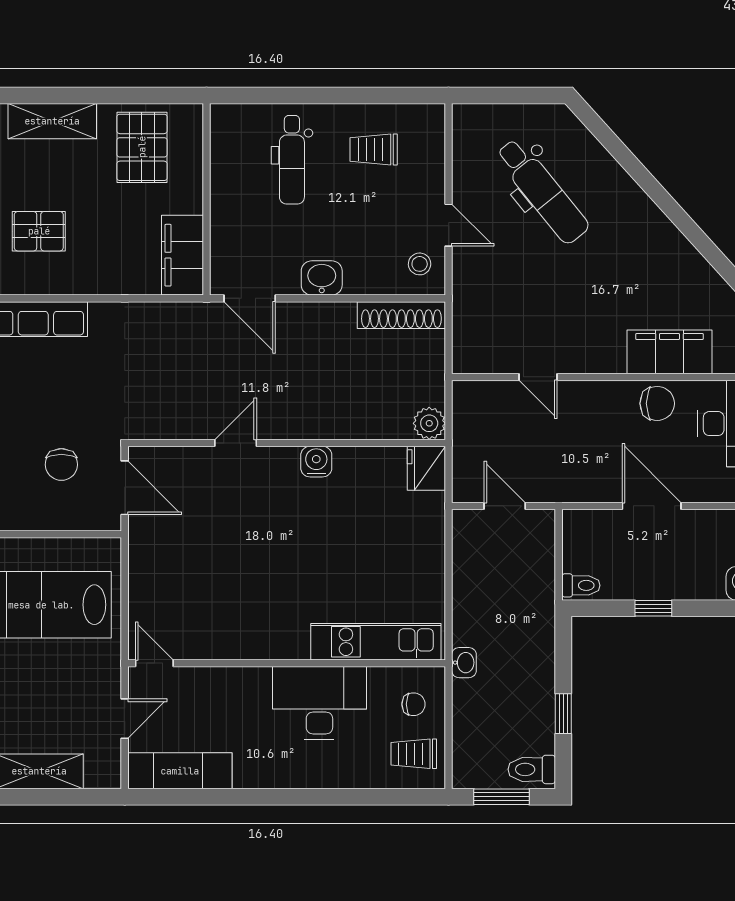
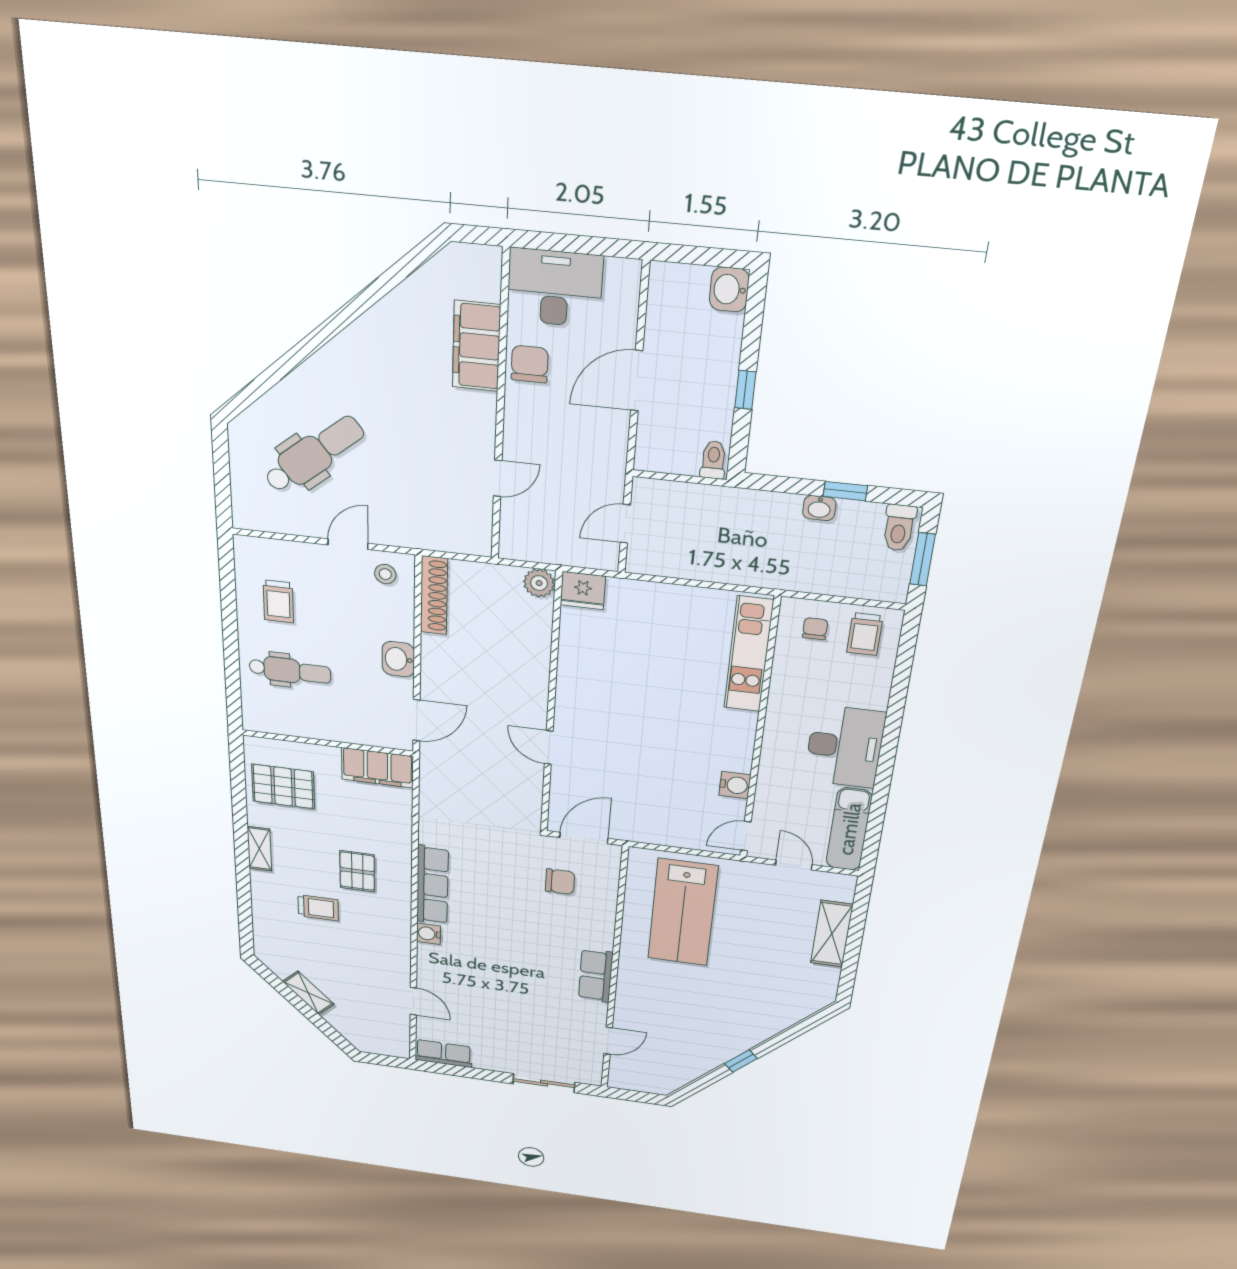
shelving: (52, 121) -> (259, 849), width x0.67, depth x0.75
water cooler: (316, 462) -> (735, 785), moved, turned 180
washbasin: (464, 663) -> (819, 508), moved, turned 180
desk: (319, 703) -> (845, 747), moved, turned 180

